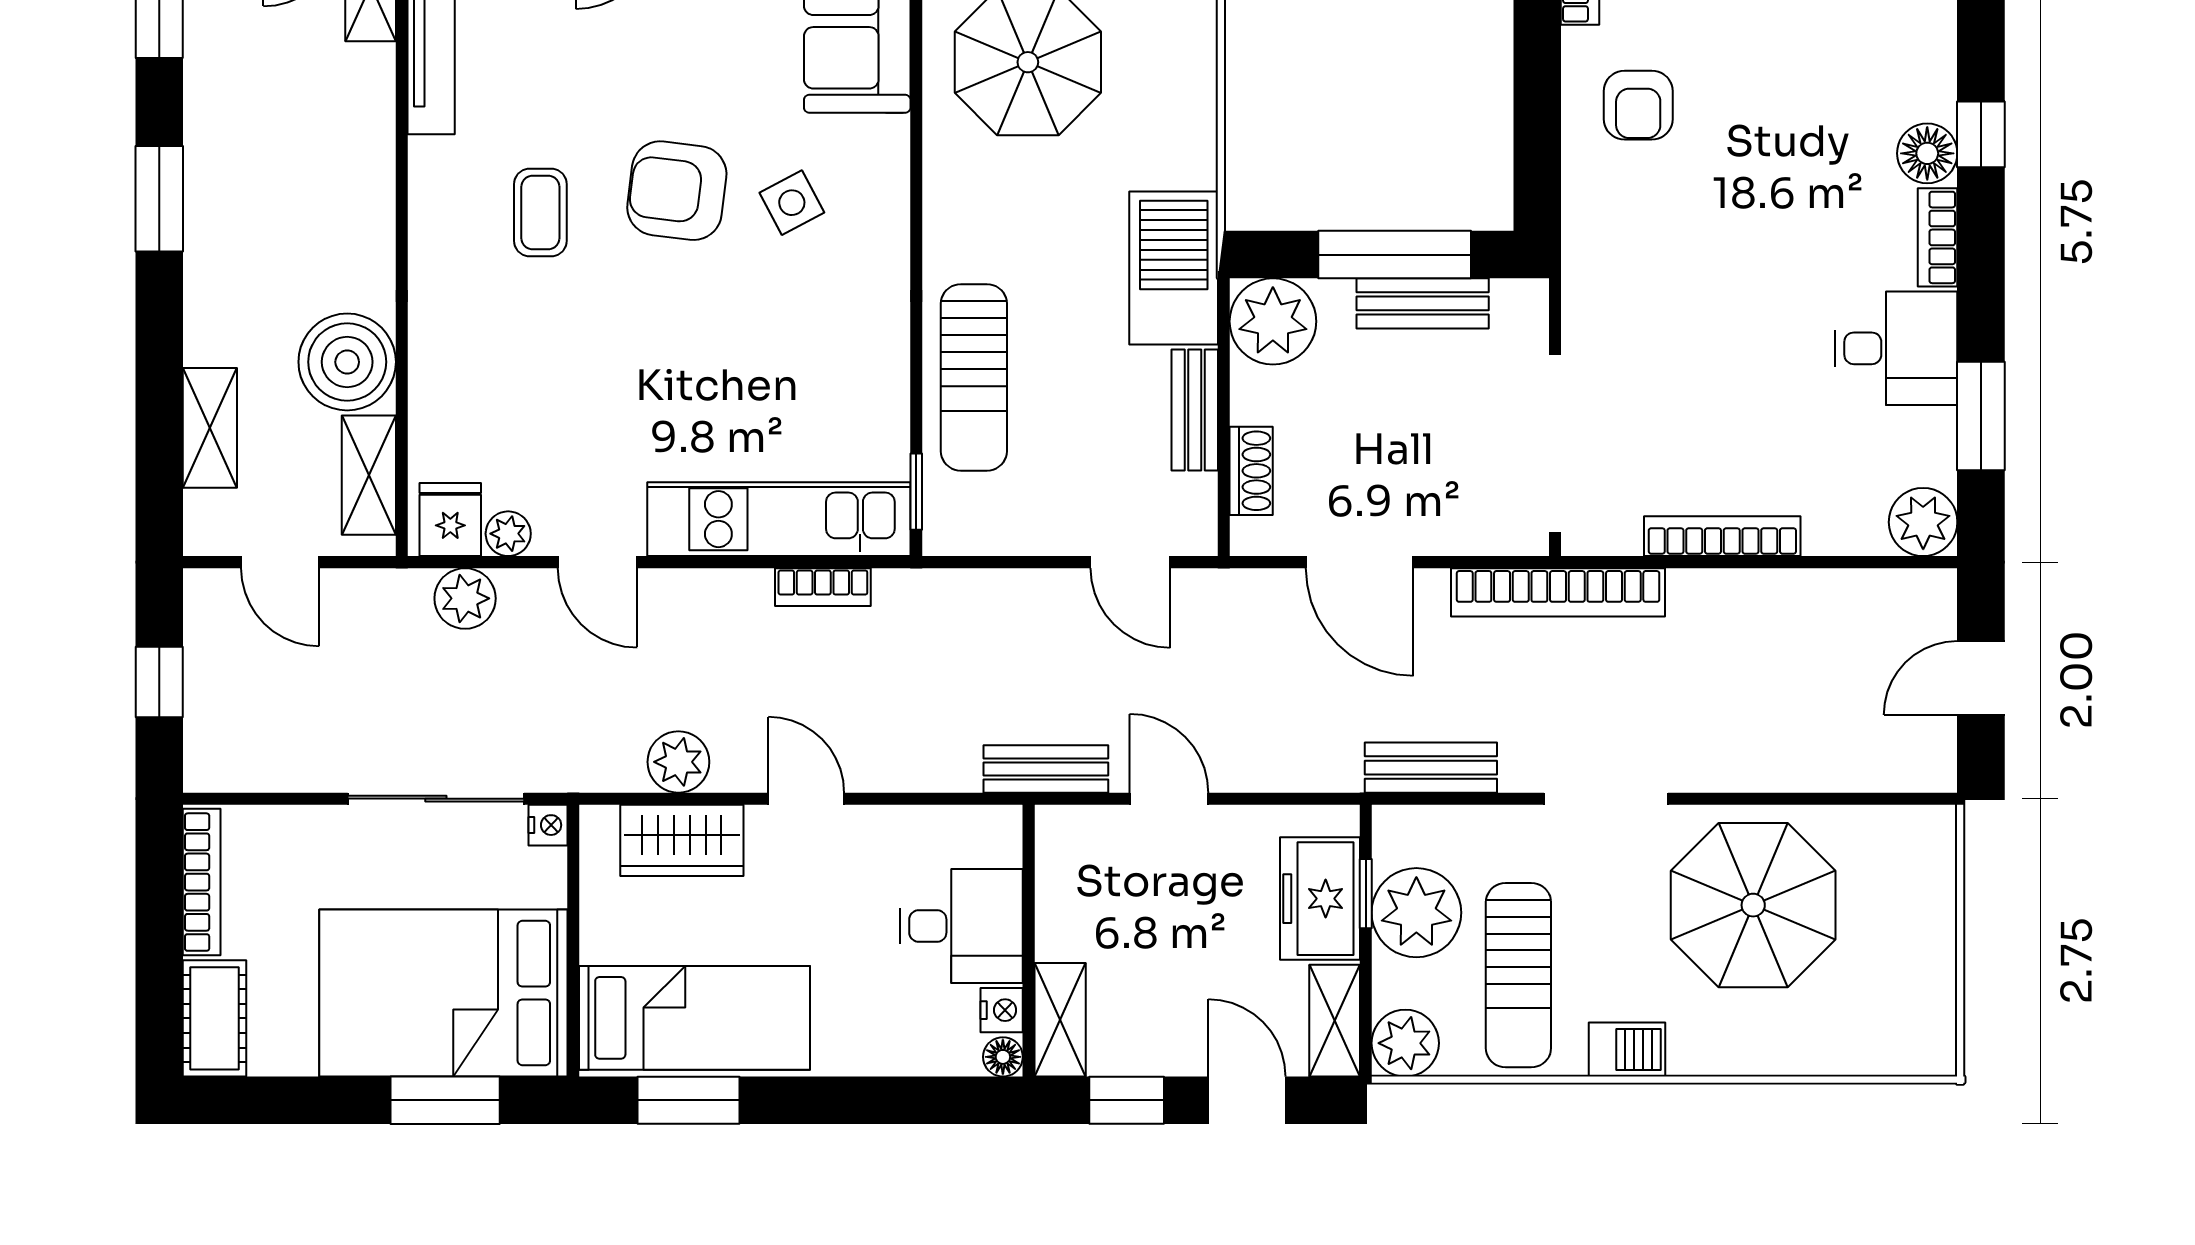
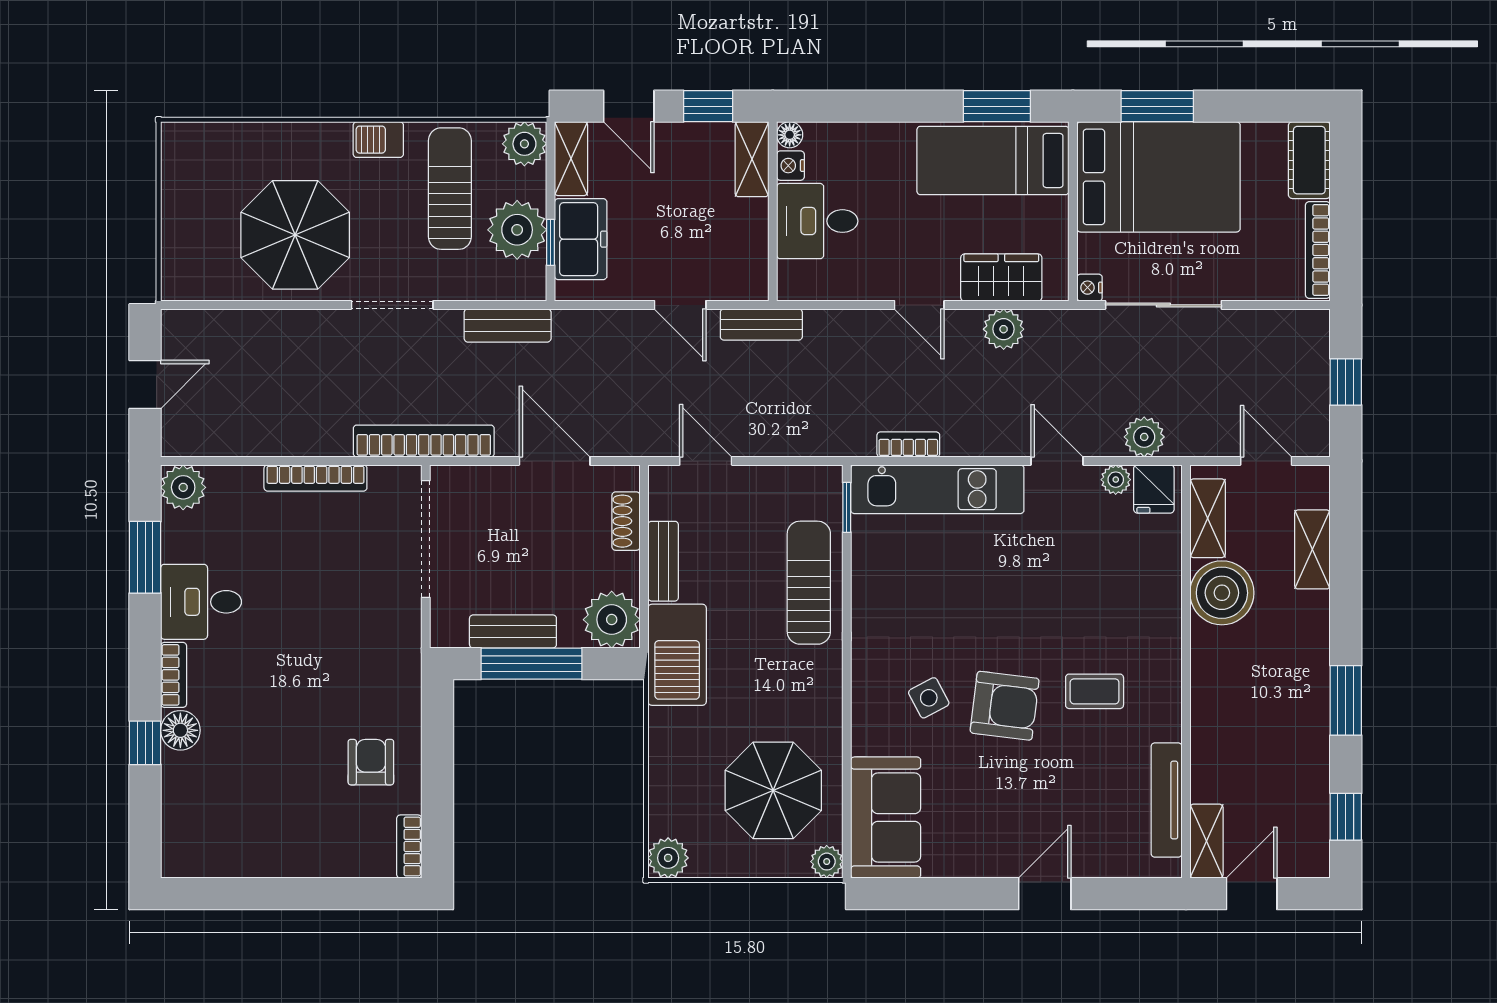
coffee table: (540, 212) -> (1095, 691), turned 90

